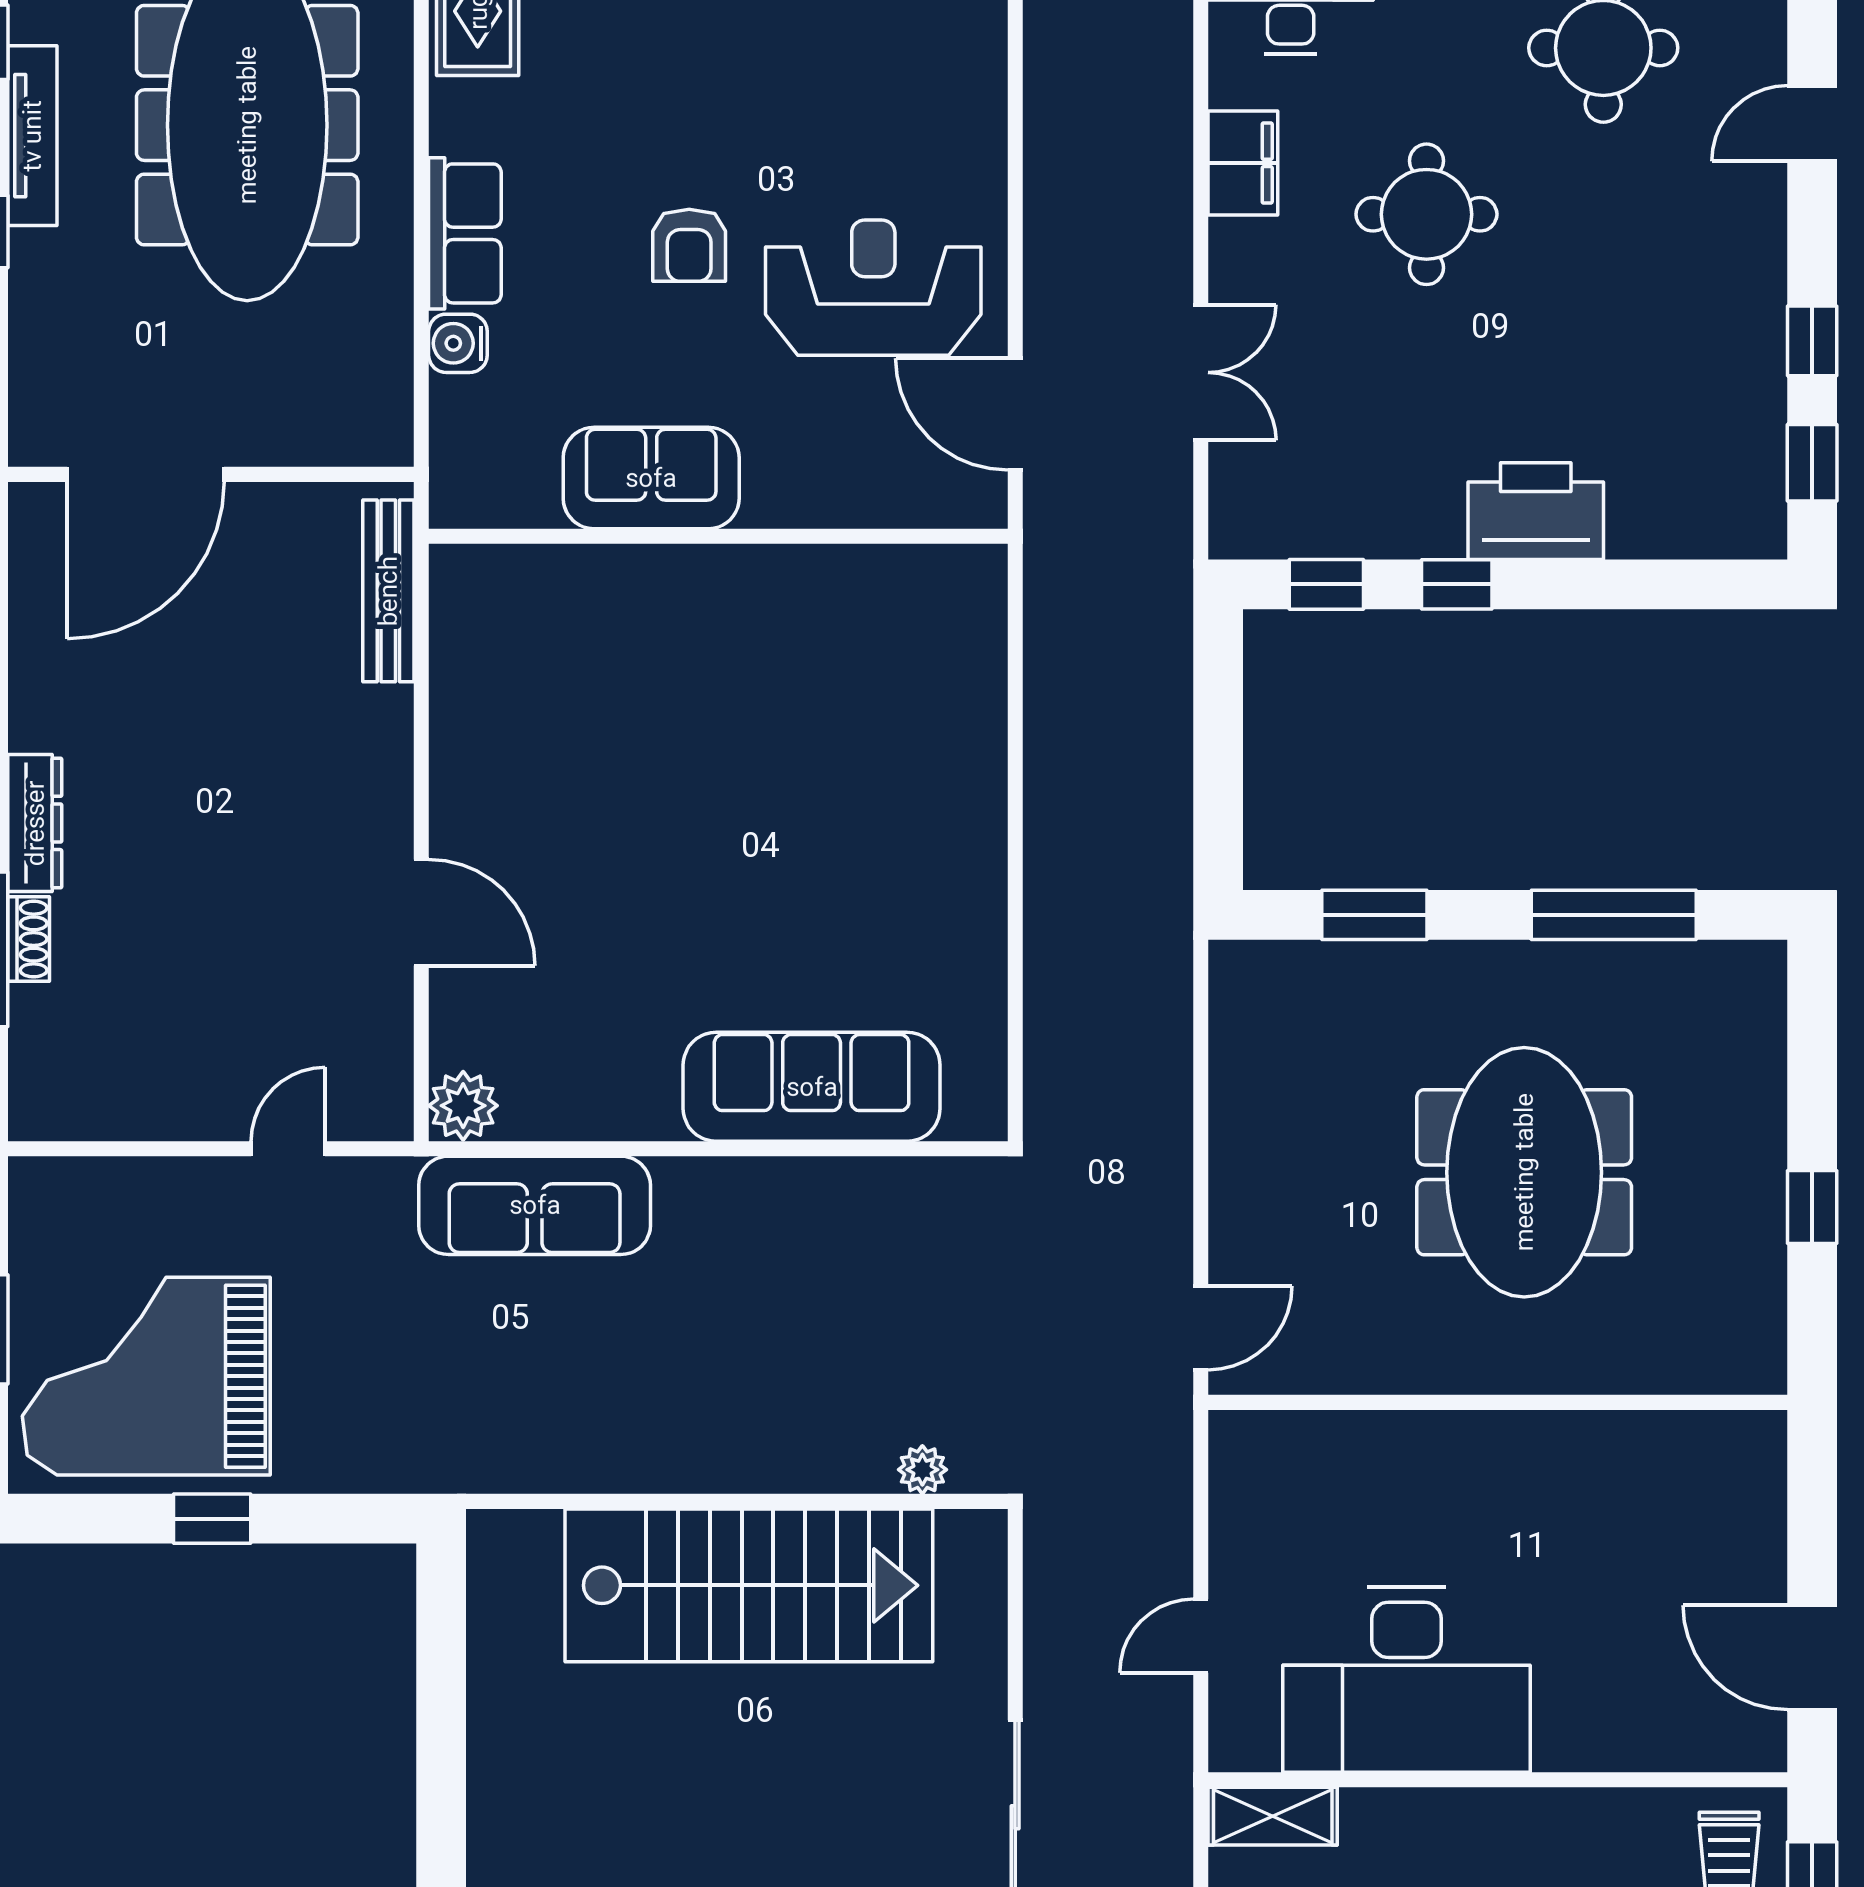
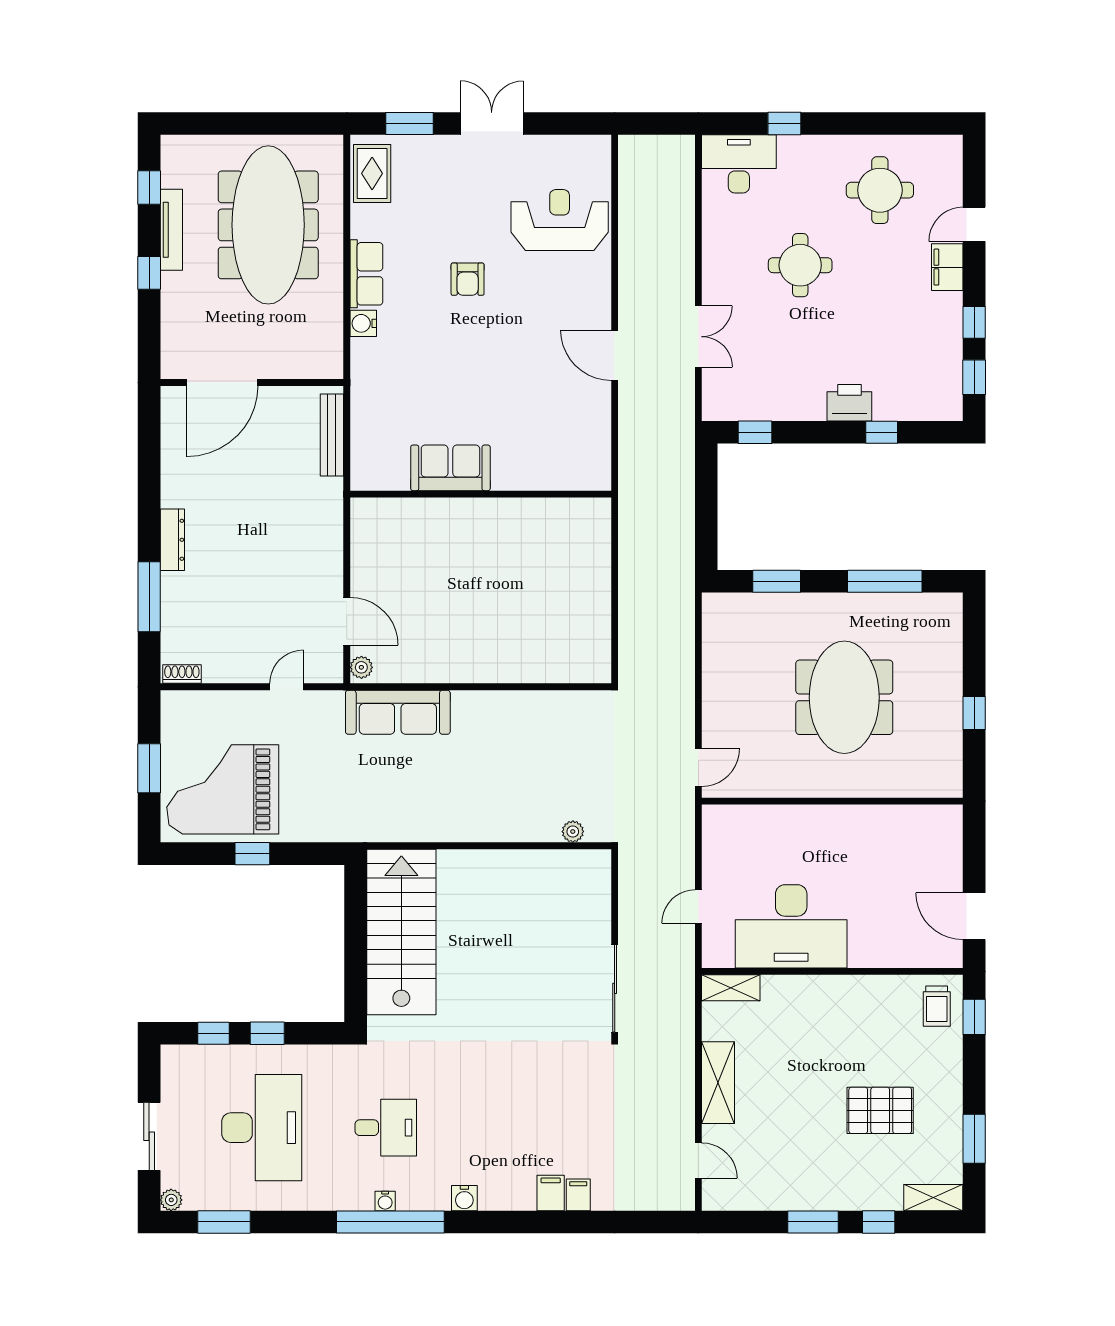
filing cabinet: (1243, 163) -> (947, 267), moved, turned 180
reception desk: (873, 288) -> (560, 220), moved
sofa: (651, 478) -> (450, 468), moved
printer: (1536, 511) -> (849, 403), width x0.73, depth x0.84
wall: (718, 536) -> (481, 494), moved
window: (1457, 584) -> (882, 432), moved
door: (421, 913) -> (347, 621), moved
shoe rack: (29, 939) -> (182, 674), moved, turned -90
sofa: (812, 1087) -> (523, 659), removed
plant: (463, 1106) -> (361, 667), width x0.73, depth x0.73
stairs: (749, 1585) -> (401, 932), moved, turned -90

